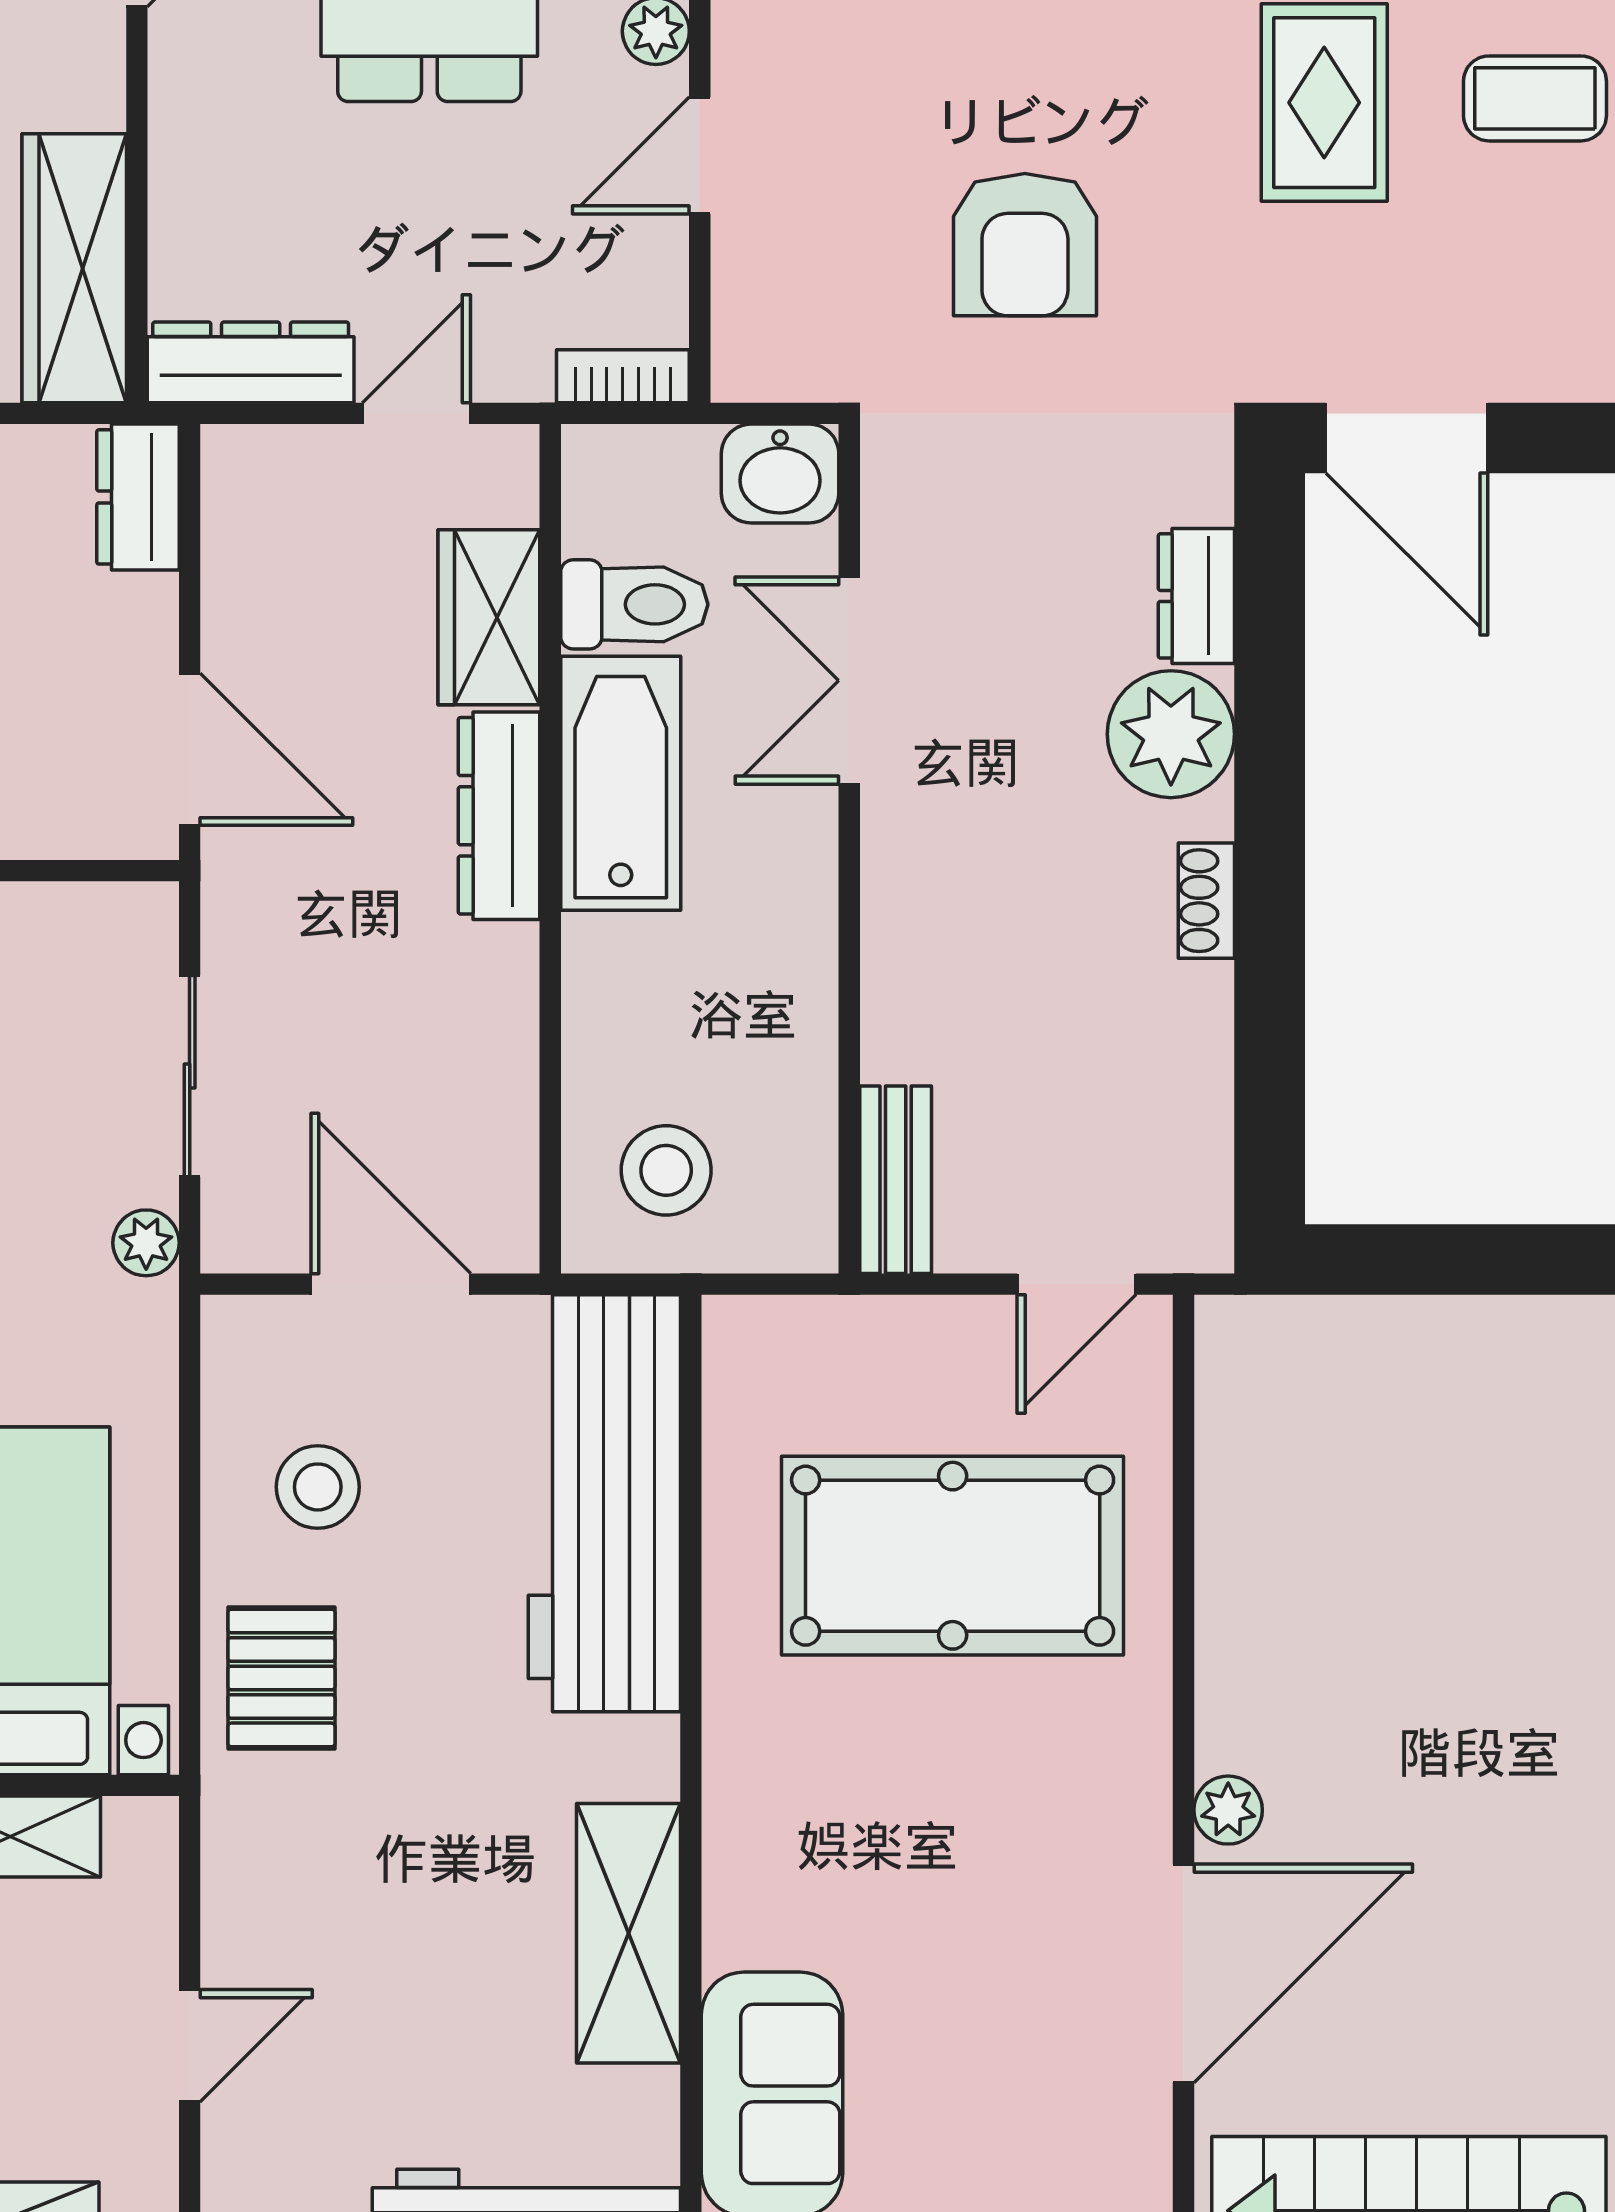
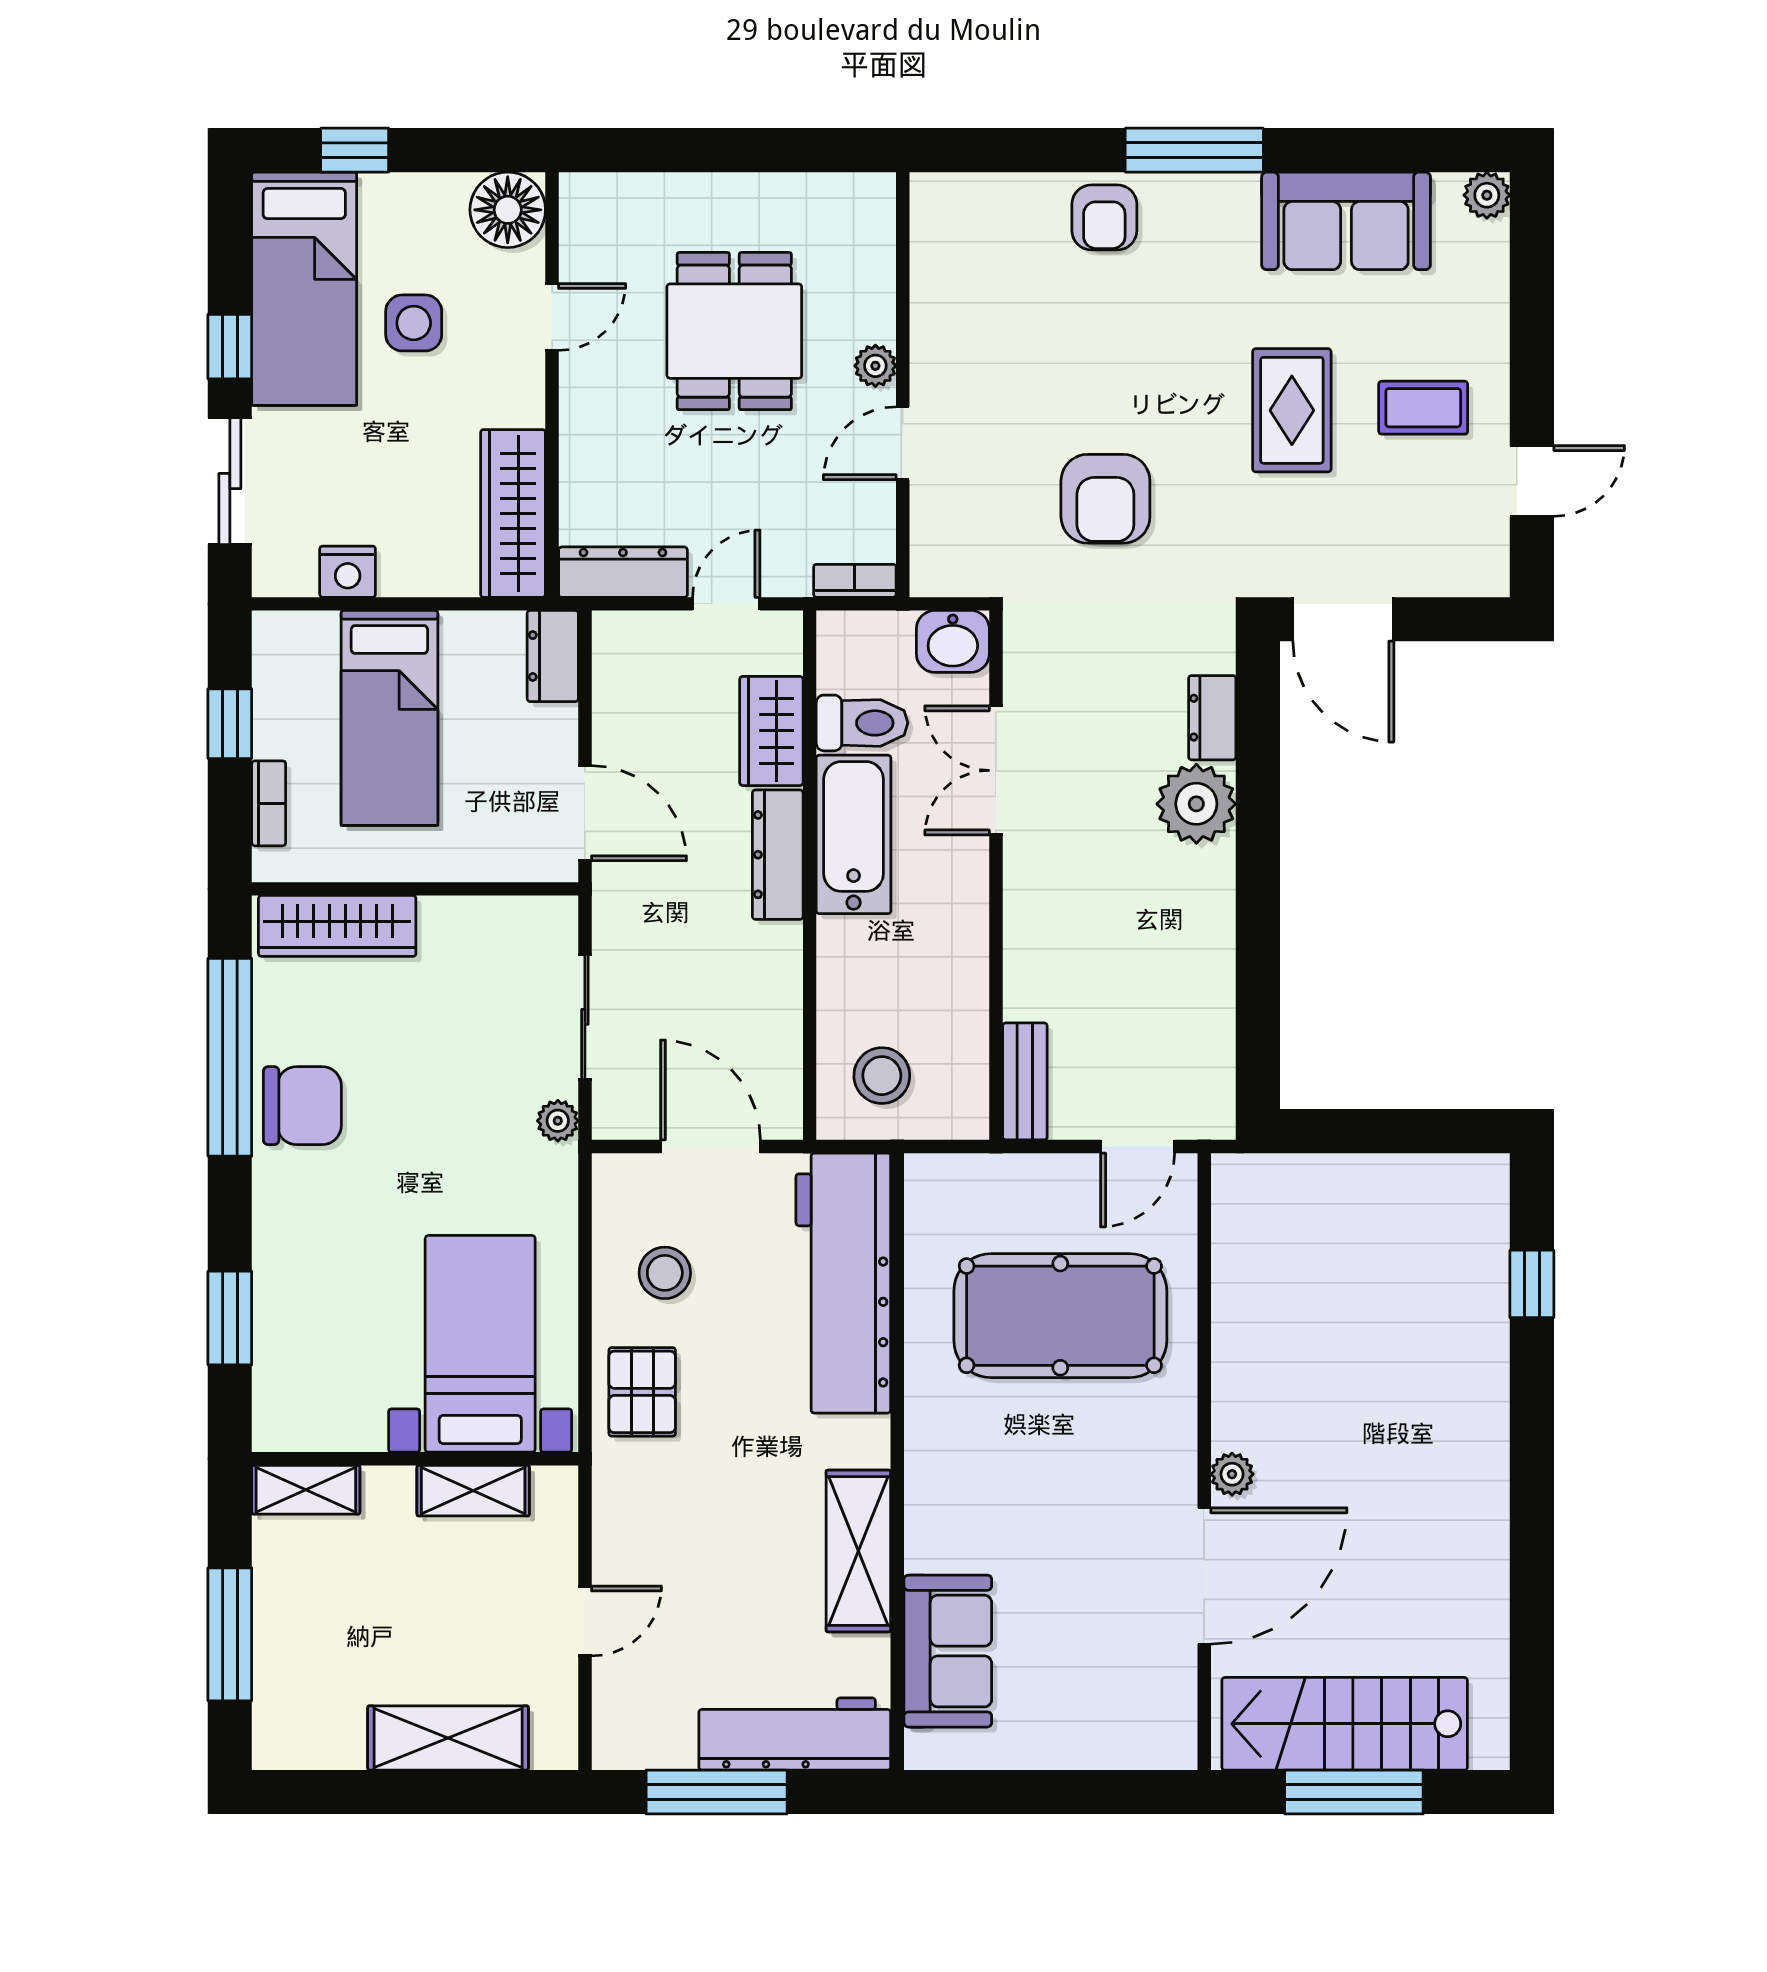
shoe rack: (1206, 901) -> (1219, 908), removed

